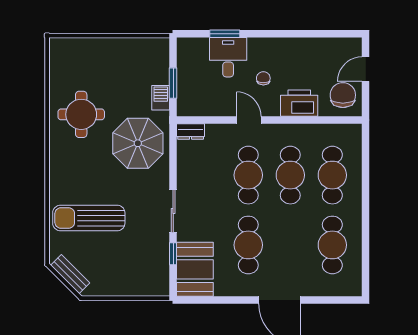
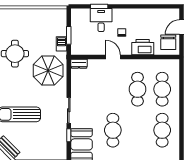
chair: (343, 95) -> (168, 42), turned 180
cafe table: (248, 175) -> (113, 89), removed

